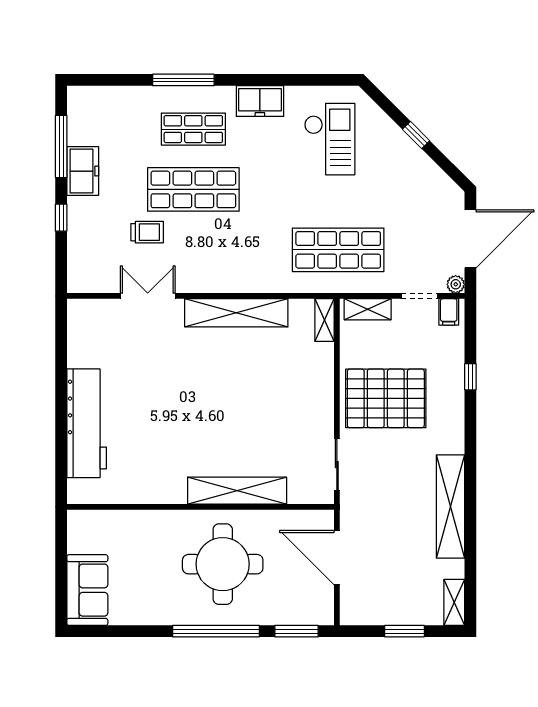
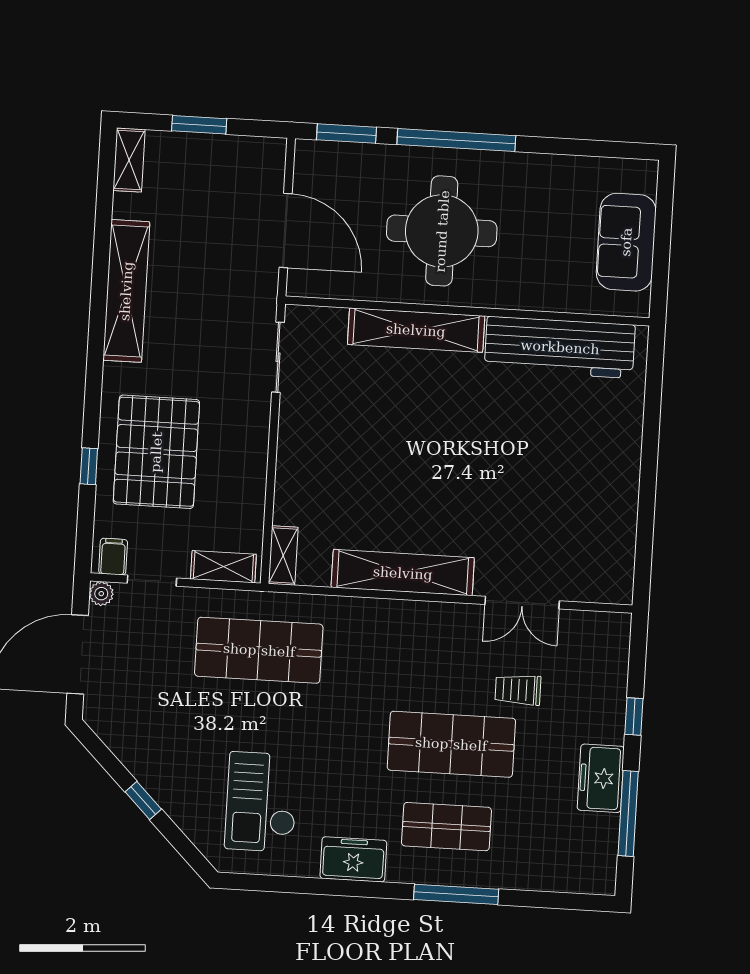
pallet: (386, 398) -> (156, 452), moved, turned 90
workbench: (87, 423) -> (560, 347), moved, turned -90
sofa: (87, 590) -> (626, 242), moved

